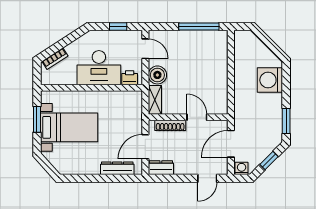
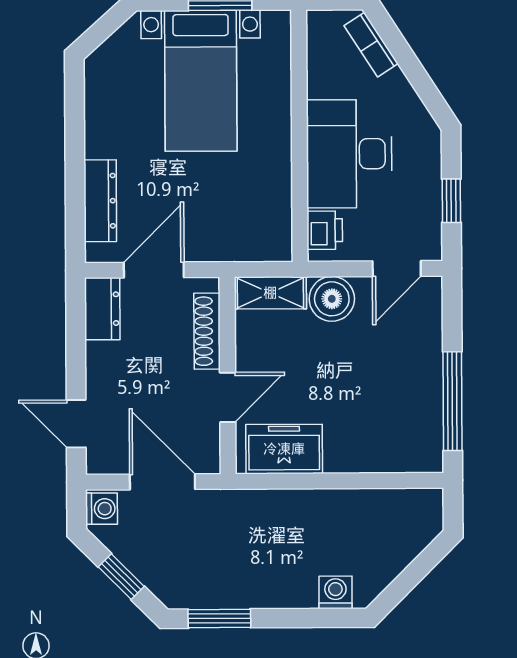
washing machine: (270, 80) -> (335, 592), width x0.53, depth x0.53
freezer: (218, 95) -> (284, 449), added
door: (145, 147) -> (154, 270), hinge flipped

